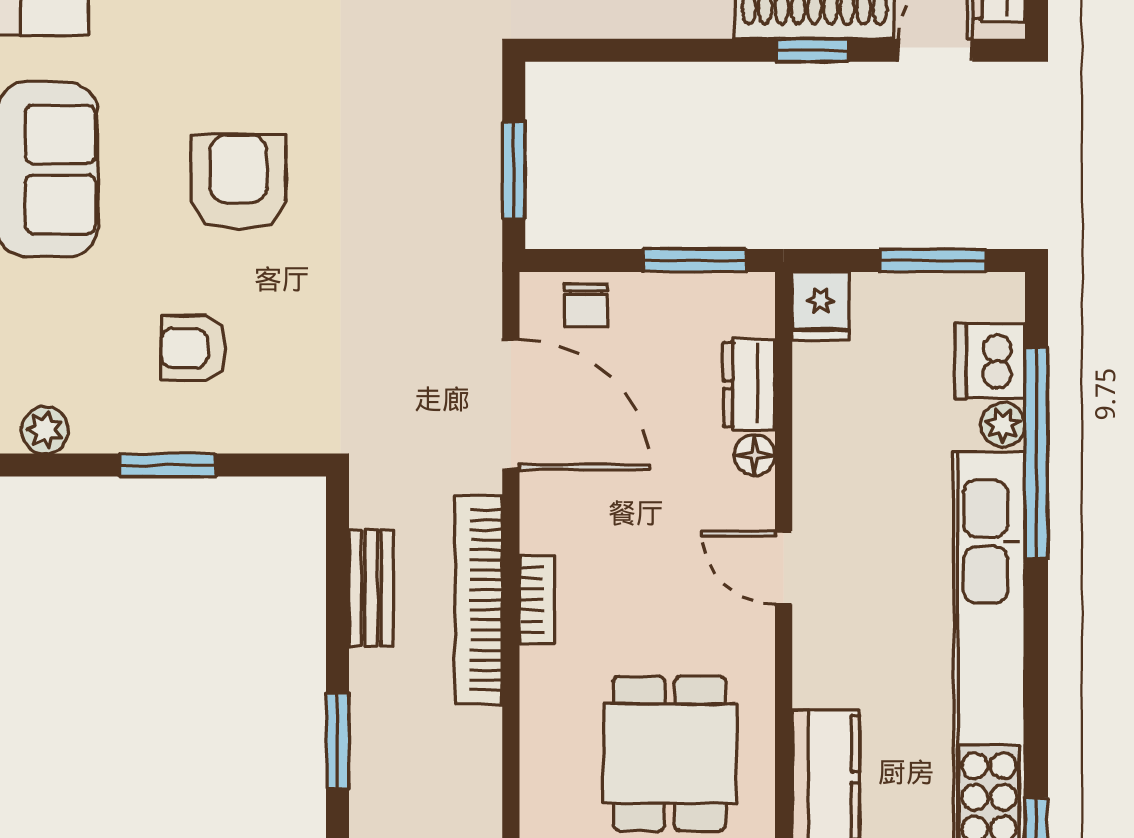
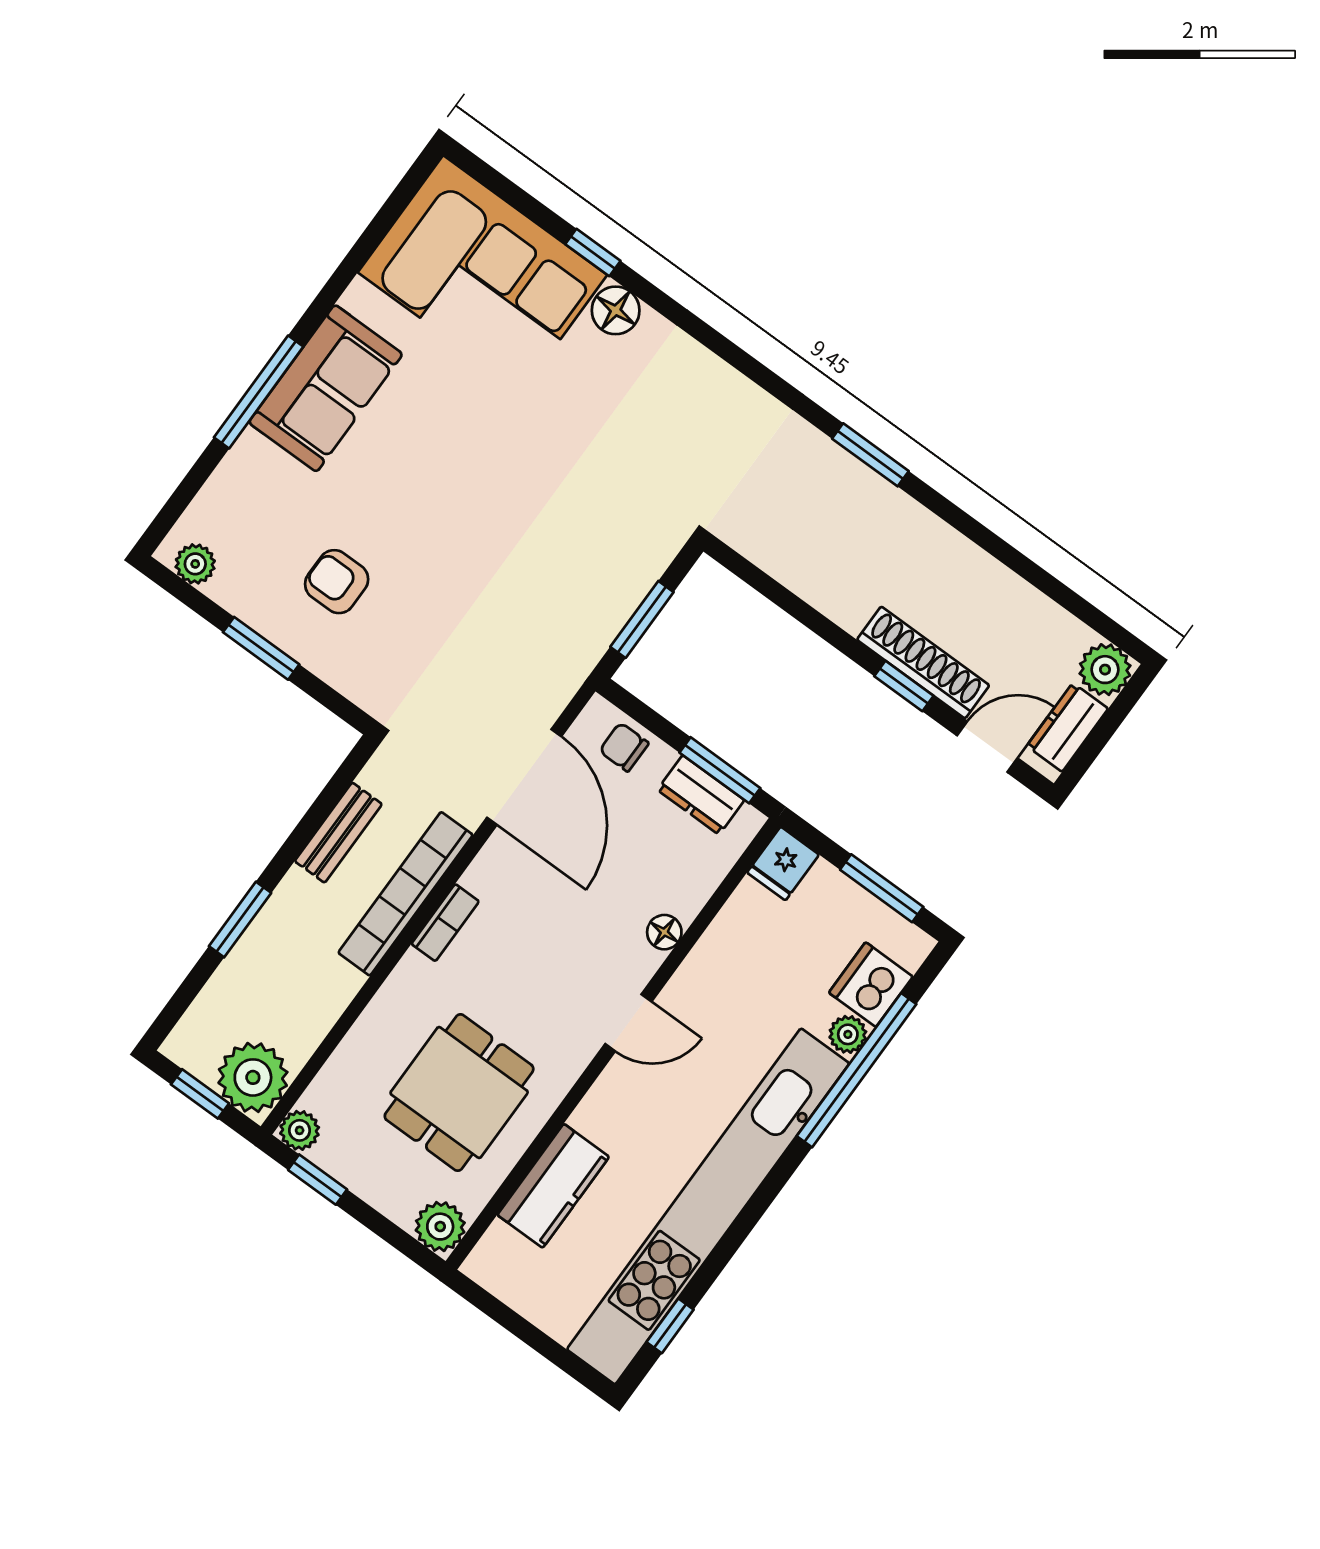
armchair: (238, 182) -> (449, 491), removed
chair: (586, 305) -> (624, 747), turned 90
dresser: (749, 384) -> (701, 795), moved, turned -90
door: (784, 568) -> (628, 1023), swing flipped

